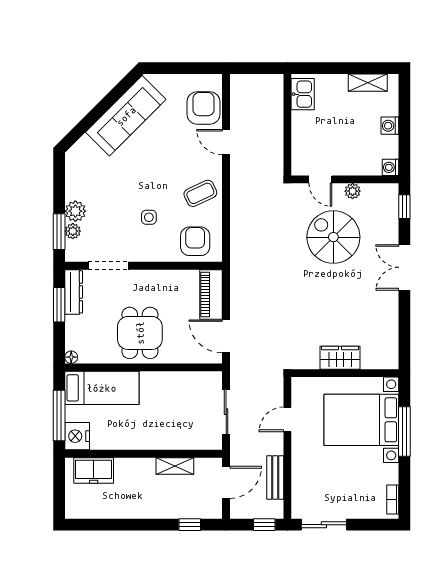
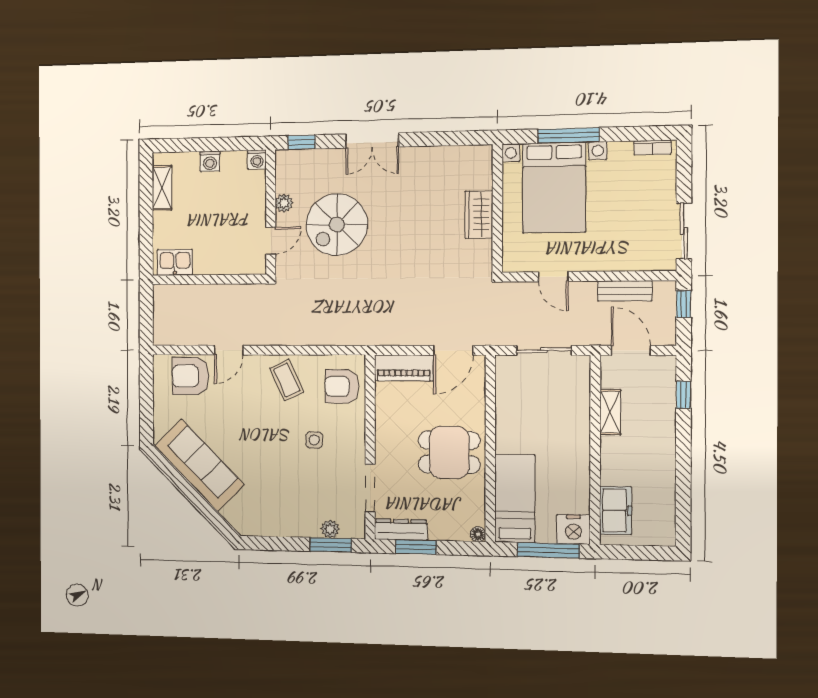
plant: (75, 211) -> (307, 525), removed

